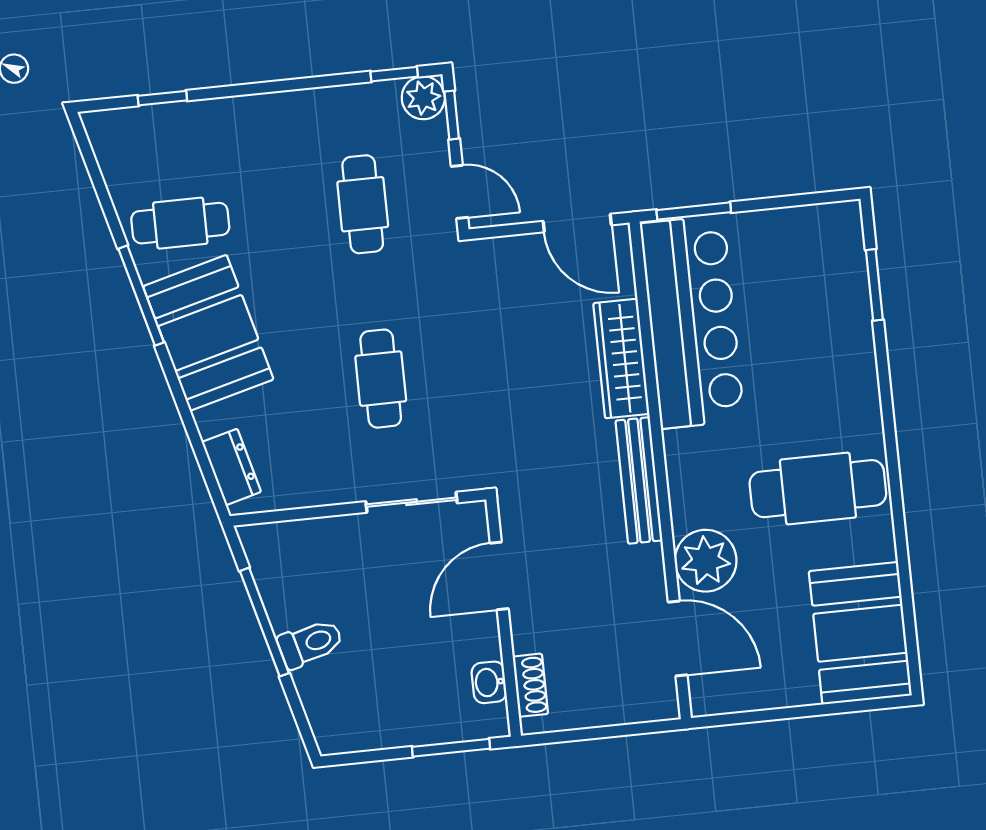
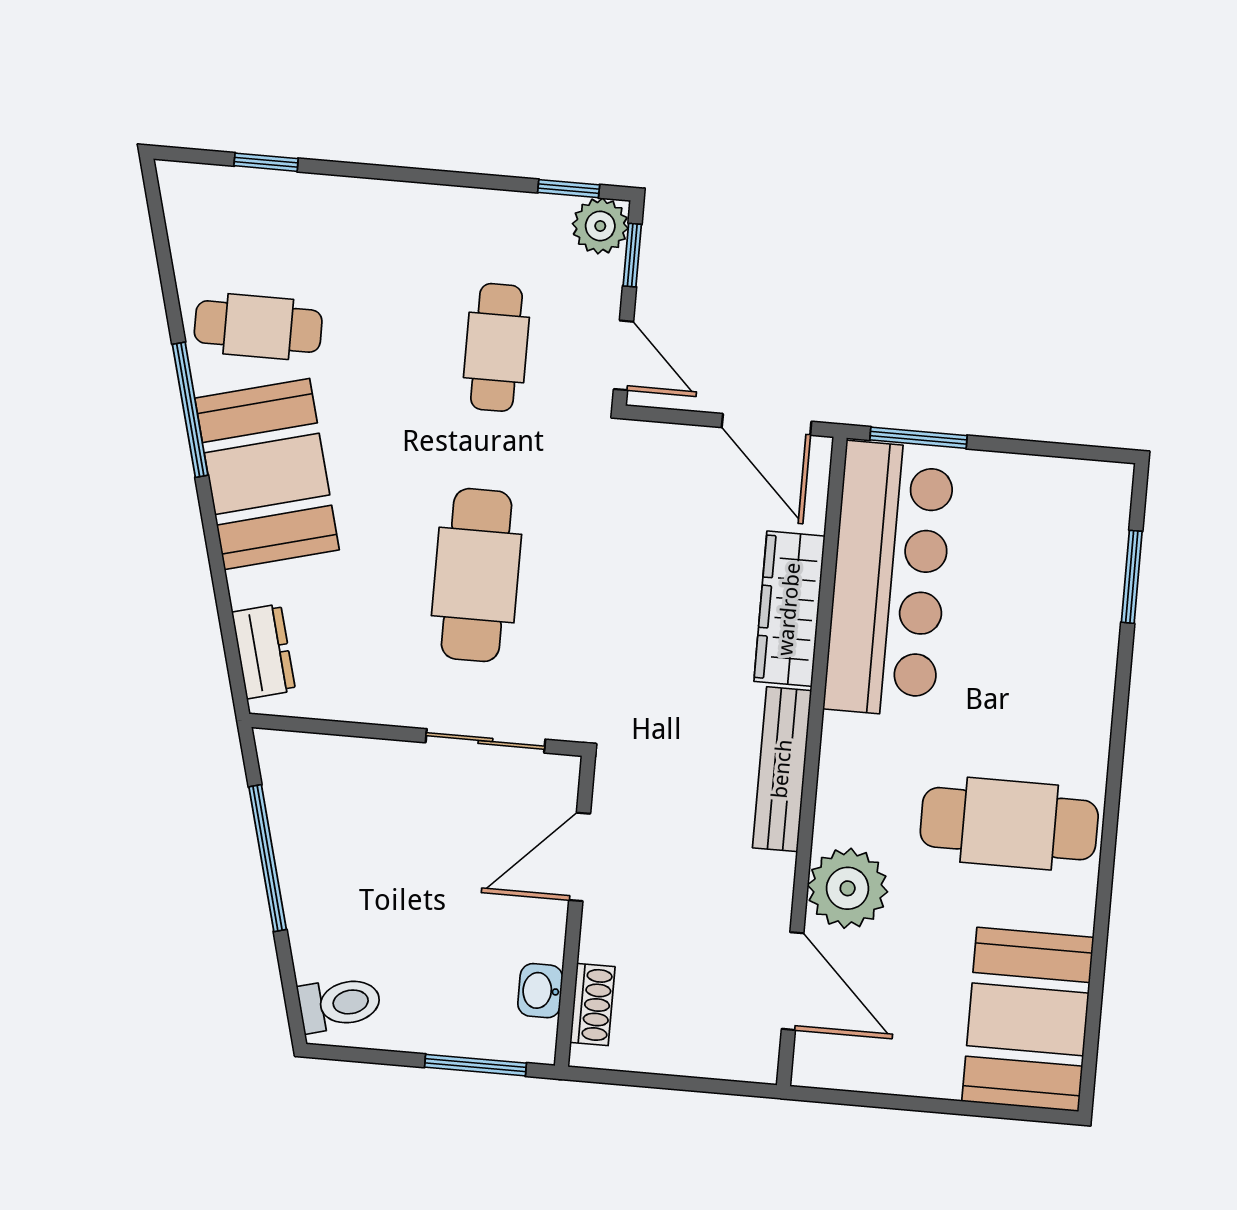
cafe table: (381, 379) -> (476, 575), width x1.37, depth x1.35
toilet: (310, 643) -> (340, 1004), moved

